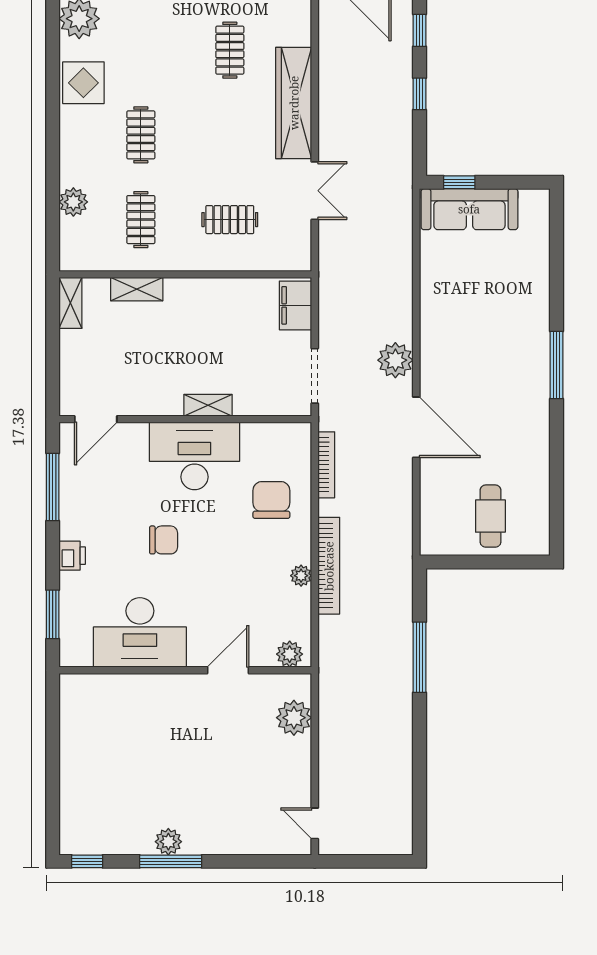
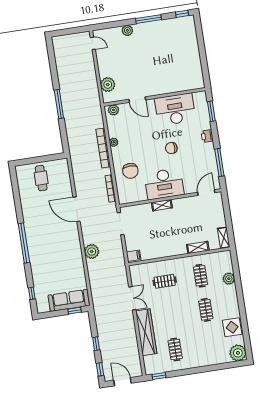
double door: (315, 191) -> (132, 298), swing flipped
window: (557, 240) -> (32, 293), added
filing cabinet: (295, 305) -> (134, 256), width x0.50
plant: (395, 360) -> (92, 251), moved
window: (557, 365) -> (24, 243), width x1.46
window: (420, 657) -> (59, 104), moved
door: (228, 670) -> (137, 100), hinge flipped
plant: (168, 842) -> (127, 30), moved

